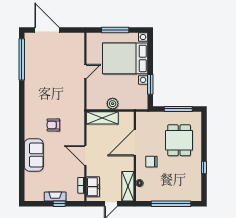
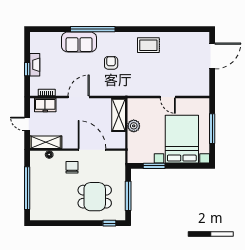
window: (22, 59) -> (93, 29), moved
rug: (37, 90) -> (148, 45), added
window: (204, 167) -> (109, 223), moved

